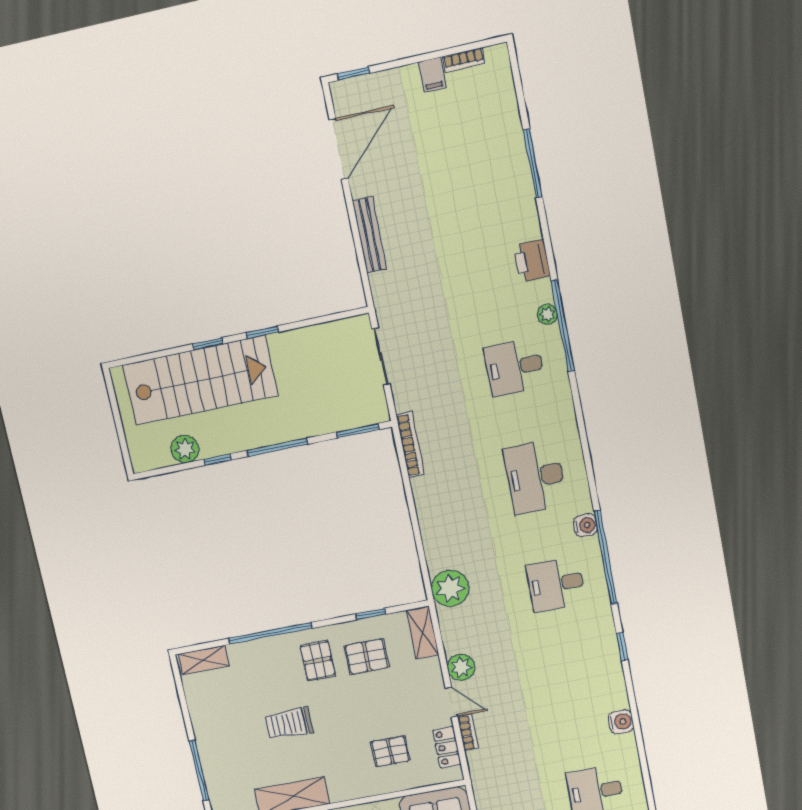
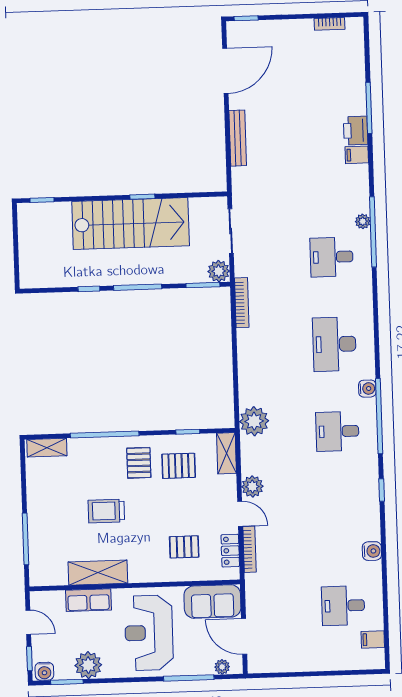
filing cabinet: (432, 75) -> (357, 155), moved, turned 90
printer: (532, 261) -> (356, 131), moved
window: (208, 344) -> (42, 200), moved
stairs: (200, 380) -> (131, 224), moved
plant: (185, 449) -> (219, 271), moved
bookcase: (468, 733) -> (249, 549), width x1.56

